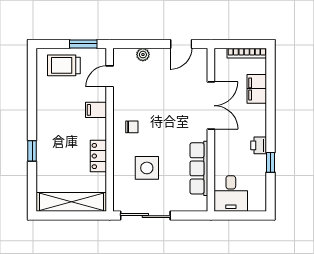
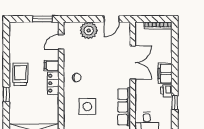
plant: (143, 55) -> (89, 30), width x1.87, depth x1.87
trolley: (64, 65) -> (20, 74), moved, turned 90
filing cabinet: (257, 89) -> (165, 73), moved
locker: (98, 156) -> (53, 83), moved

